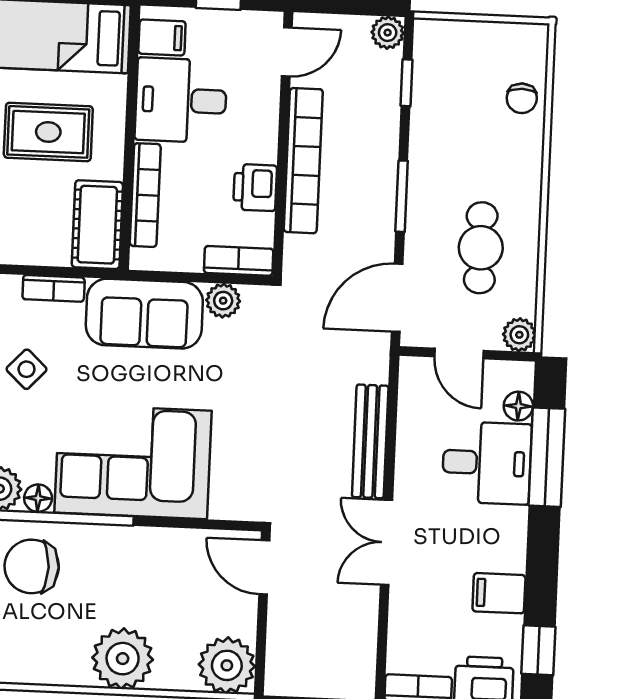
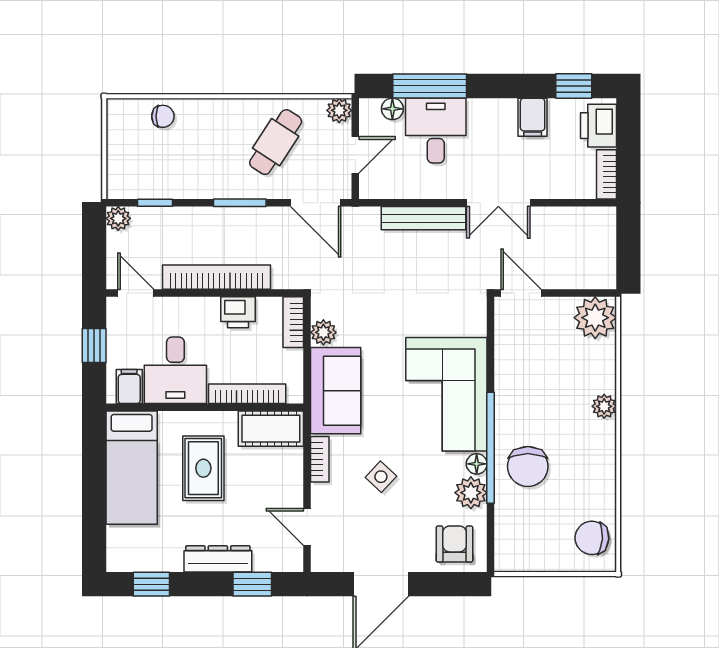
cafe table: (481, 248) -> (276, 142), turned -57
door: (264, 567) -> (521, 293), swing flipped
plant: (123, 659) -> (604, 406), width x0.53, depth x0.53

